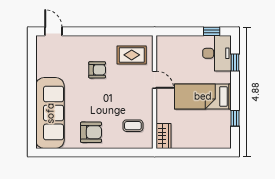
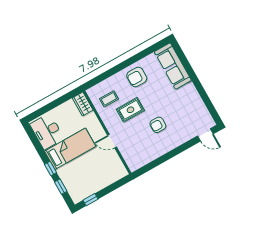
desk: (217, 53) -> (47, 131), moved
rug: (132, 55) -> (130, 110), moved
sofa: (50, 113) -> (173, 66), width x0.74, depth x0.79
window: (235, 118) -> (50, 168), moved

